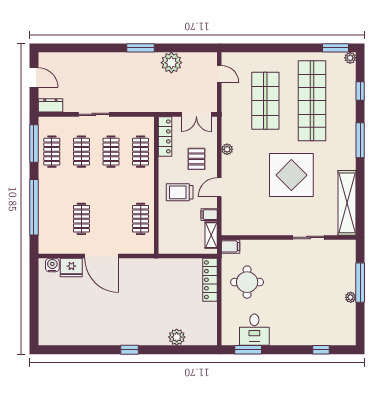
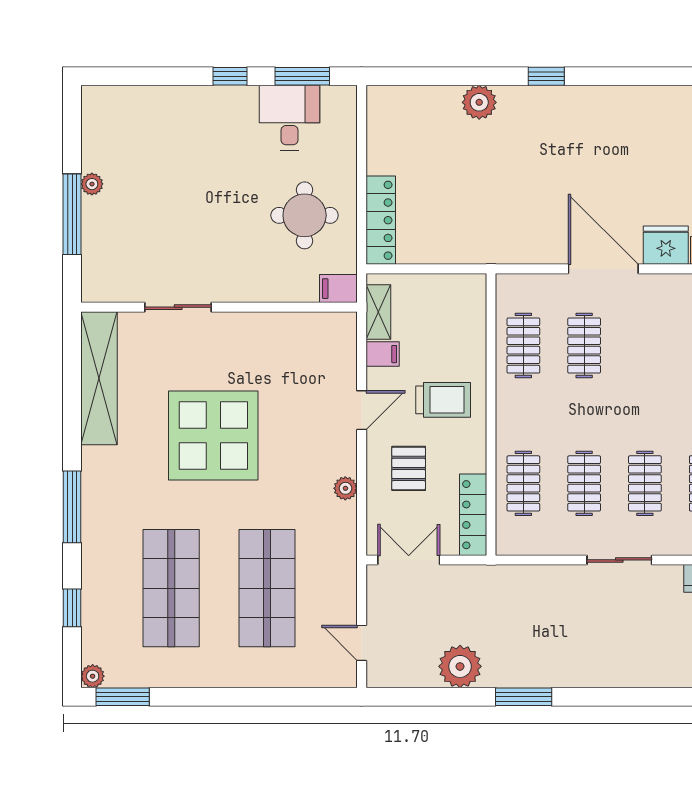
shop shelf: (312, 101) -> (171, 588), width x0.71
clothes rail: (81, 219) -> (584, 345), moved
plant: (177, 337) -> (479, 102), moved
window: (321, 350) -> (230, 76), moved

